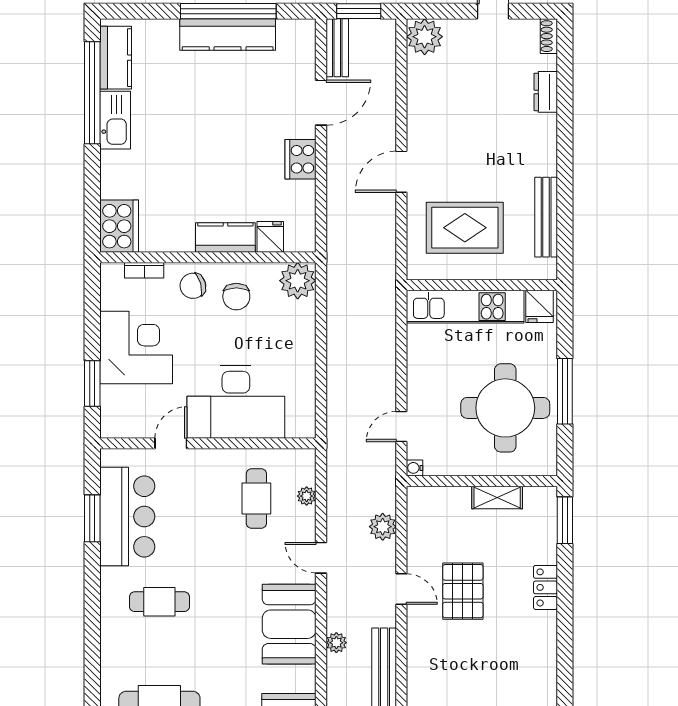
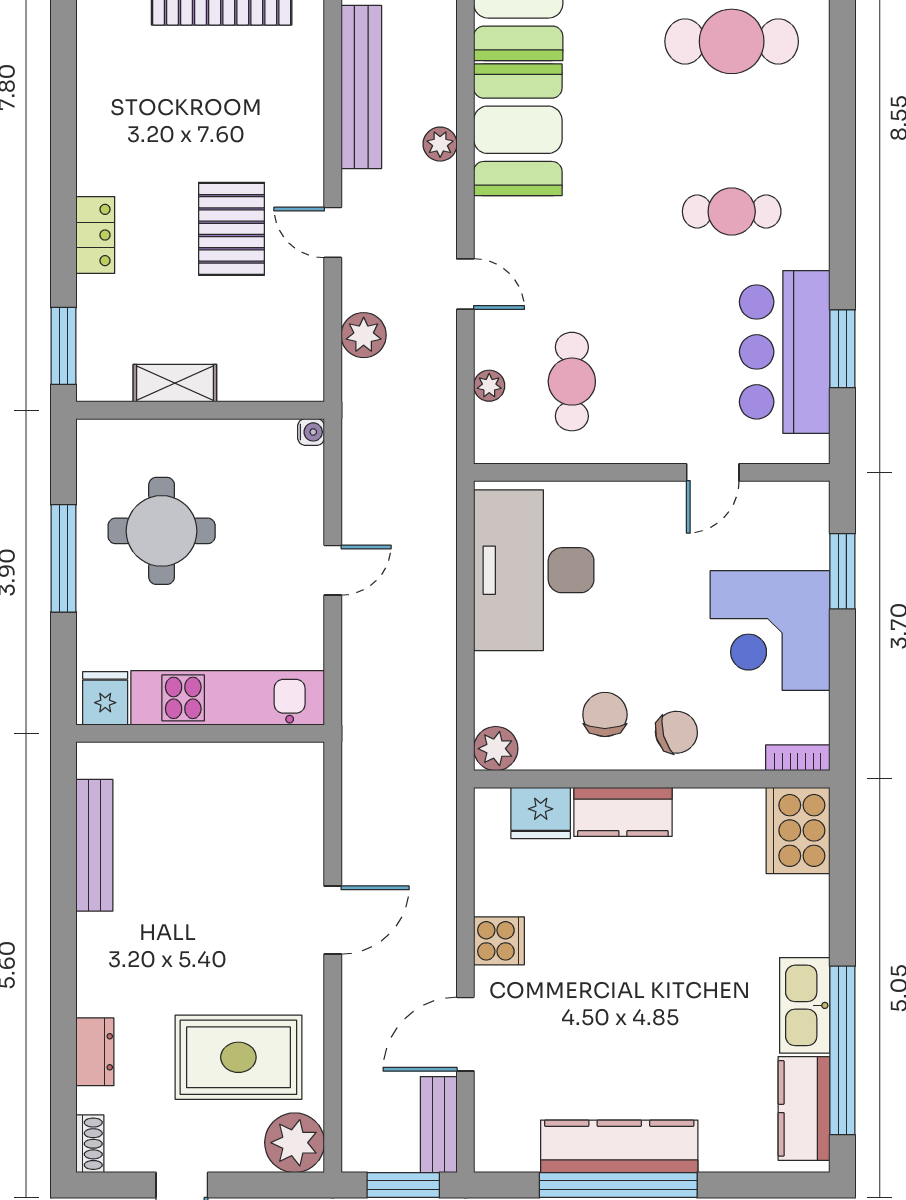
cooker: (301, 159) -> (499, 941), width x0.73
rug: (465, 228) -> (238, 1057), moved
fridge: (270, 237) -> (541, 813), width x1.38
bookcase: (144, 270) -> (798, 758), moved
plant: (298, 281) -> (496, 749), width x0.73, depth x0.73
desk: (236, 402) -> (534, 570), moved, turned -90
round table: (505, 408) -> (162, 531), width x0.73, depth x0.73
door: (401, 427) -> (333, 570), moved
booth: (289, 624) -> (518, 130), moved

